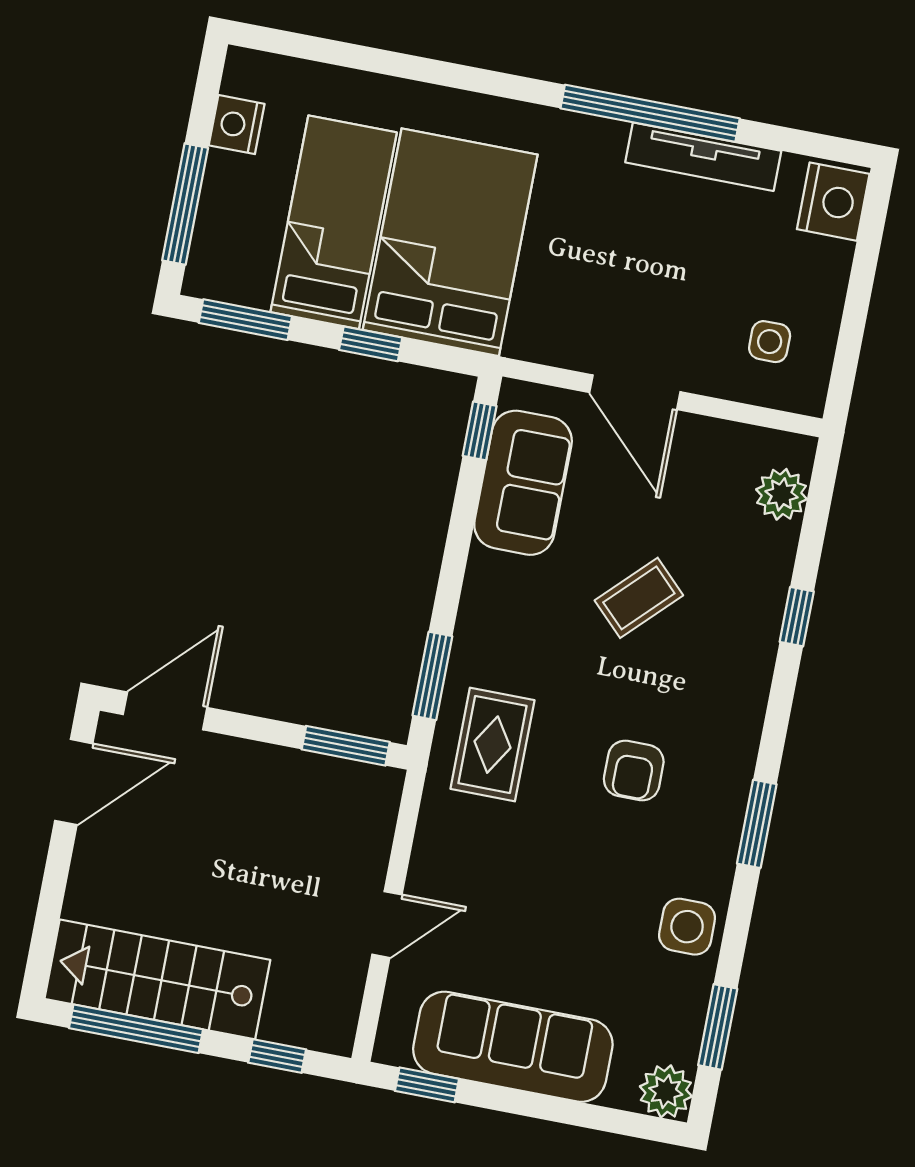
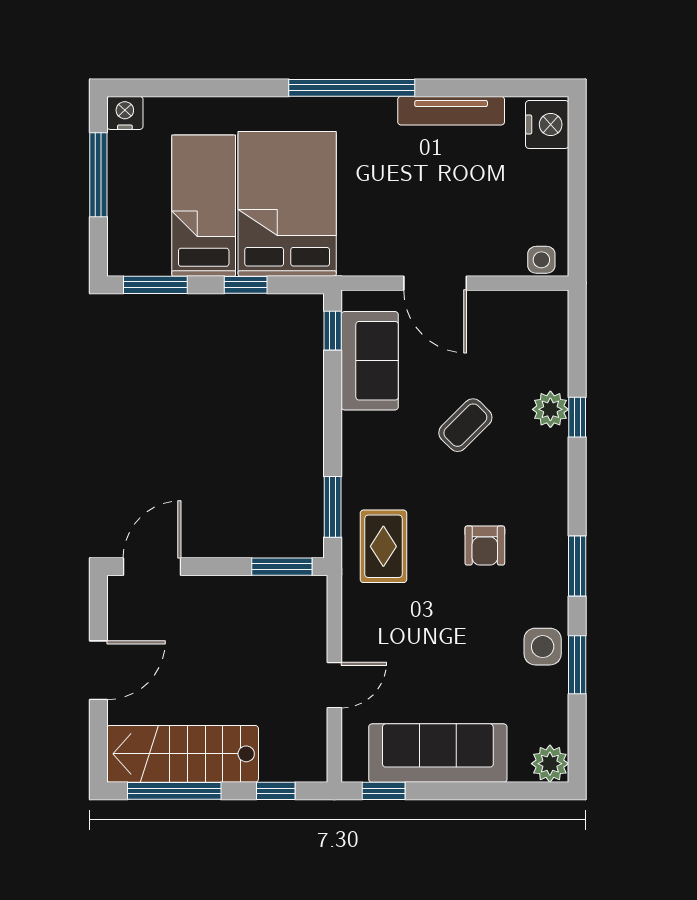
window: (650, 113) -> (352, 88), moved
nightstand: (237, 125) -> (125, 113), moved, turned 90
window: (185, 204) -> (98, 175), moved
side table: (770, 342) -> (541, 260), moved
plant: (782, 494) -> (550, 409), moved
door: (74, 782) -> (98, 670), moved
window: (718, 1027) -> (577, 665), moved

